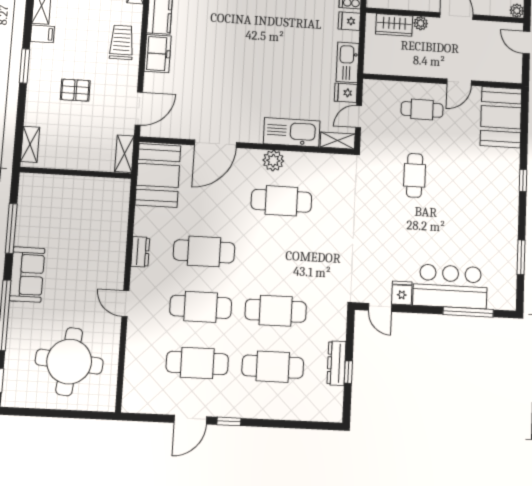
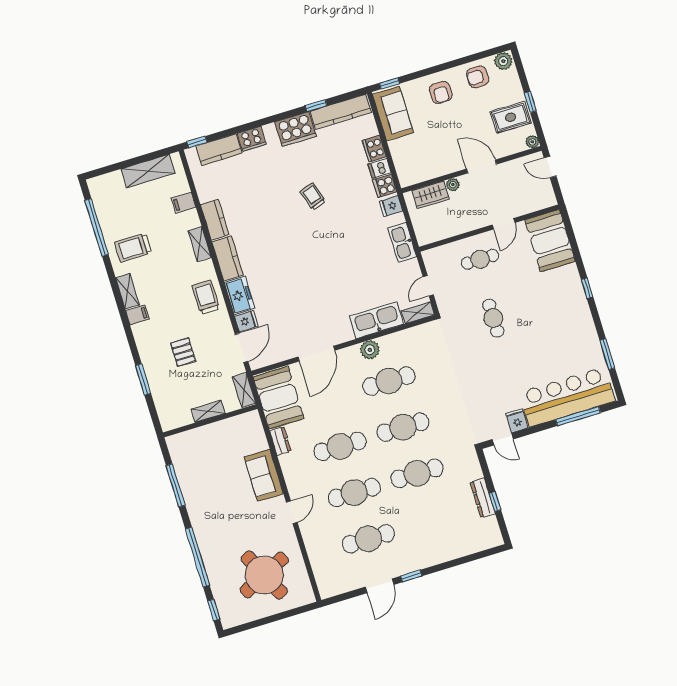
window: (24, 66) -> (143, 379), moved
pallet: (75, 90) -> (183, 352), turned 90
fridge: (346, 93) -> (246, 321), moved, turned 180
shelving: (30, 144) -> (208, 411), moved, turned 90
dresser: (140, 252) -> (280, 441), moved
sofa: (27, 275) -> (264, 475), moved, turned 180
bar counter: (450, 286) -> (567, 397), width x1.36
door: (125, 304) -> (292, 512), swing flipped
round table: (69, 362) -> (264, 575), turned -32
cafe table: (273, 367) -> (403, 427), moved

